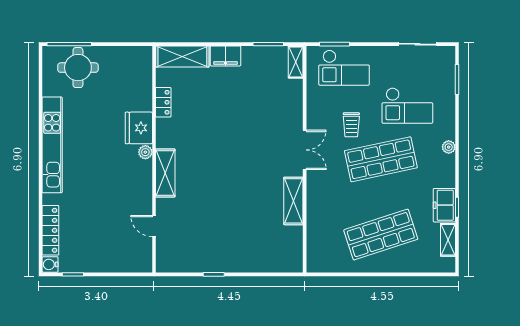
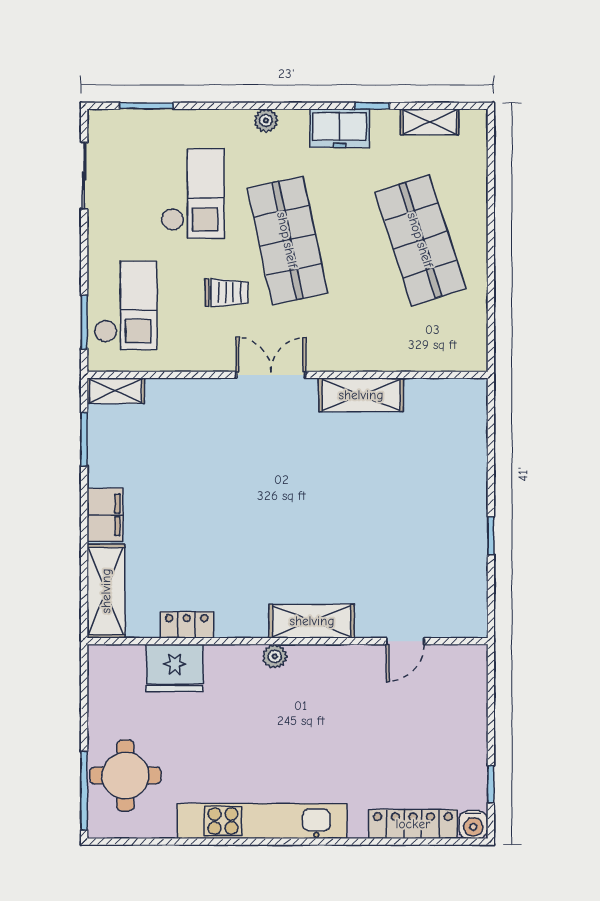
fridge: (139, 128) -> (175, 668), moved
freezer: (444, 205) -> (340, 128), moved

